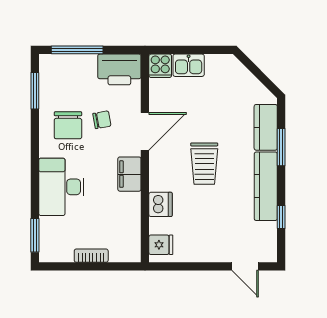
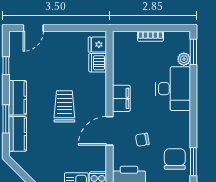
chair: (68, 125) -> (175, 159), moved
kitchen counter: (266, 186) -> (18, 98), width x0.67
dishwasher: (160, 204) -> (98, 63), moved
plant: (47, 226) -> (184, 59), added
door: (245, 266) -> (33, 28), swing flipped

